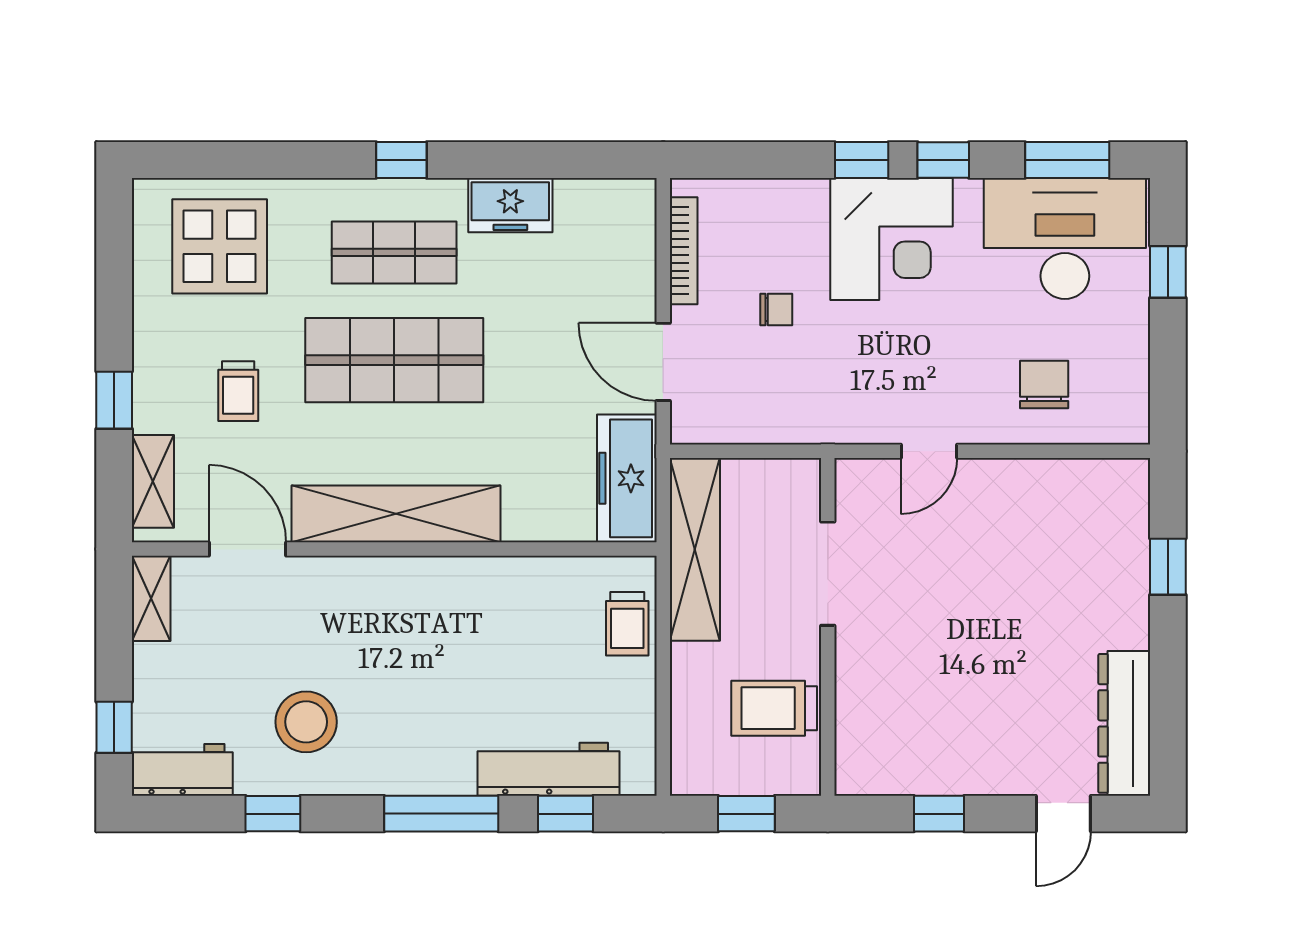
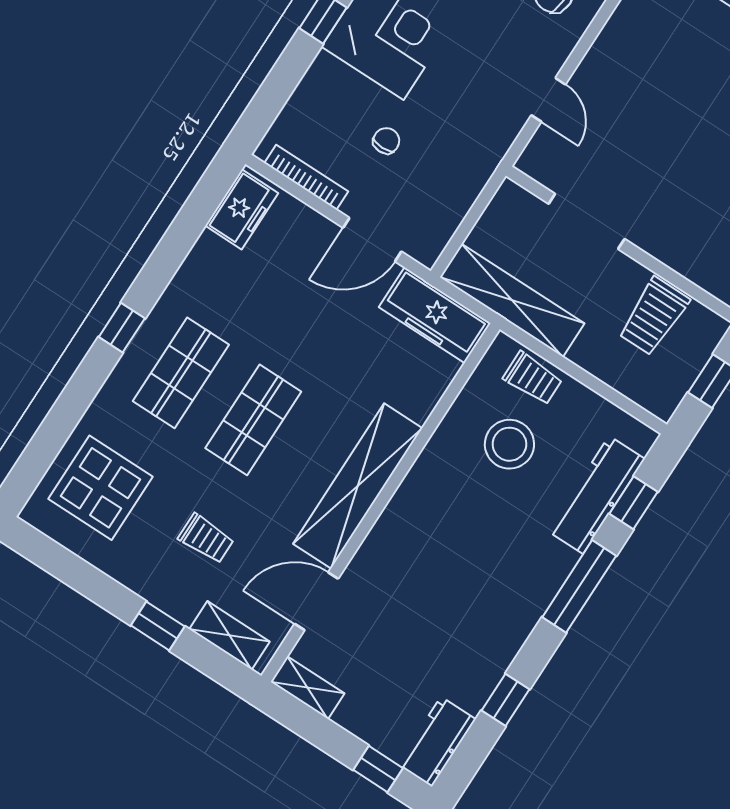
freezer: (510, 205) -> (242, 209), moved
shop shelf: (394, 360) -> (253, 420), width x0.70, depth x0.74
stool: (306, 722) -> (509, 444), moved

